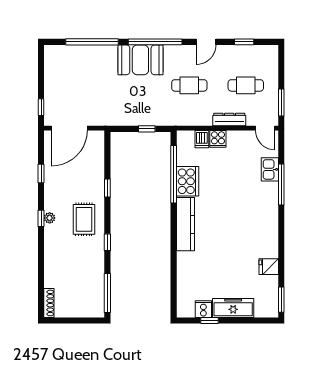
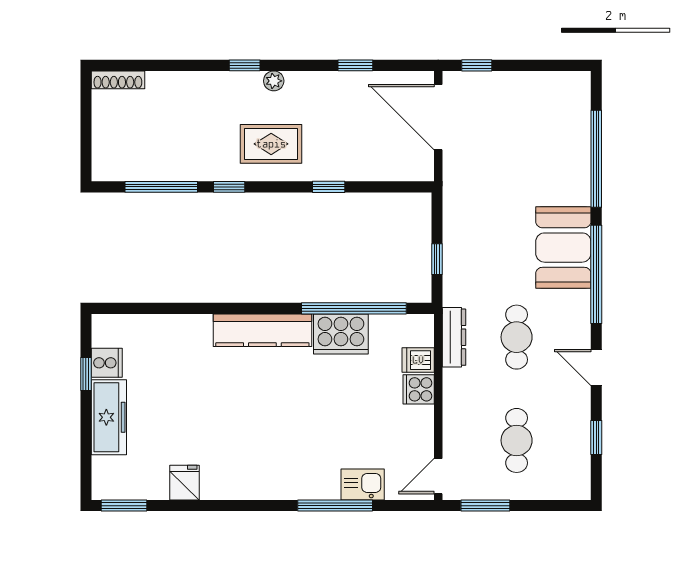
dresser: (229, 120) -> (454, 337), moved
window: (41, 218) -> (245, 65), moved
window: (107, 293) -> (161, 187), moved

